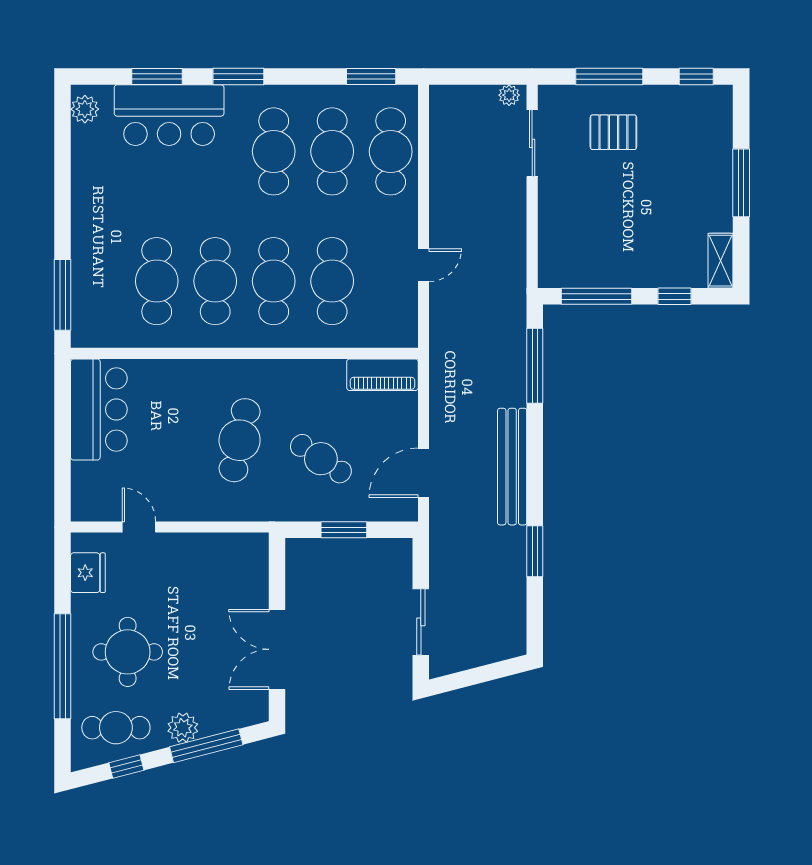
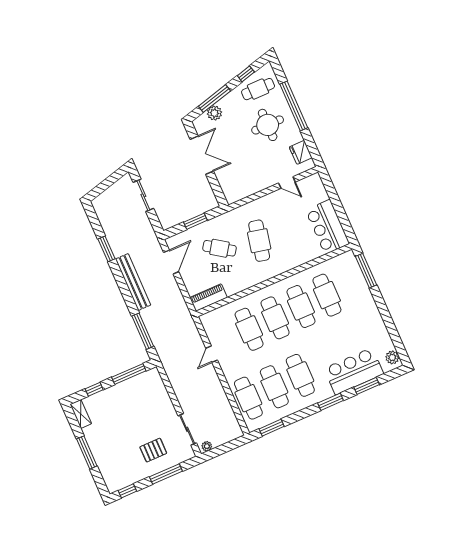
plant: (183, 728) -> (214, 113), moved

